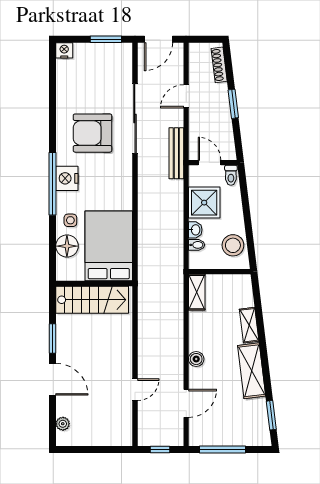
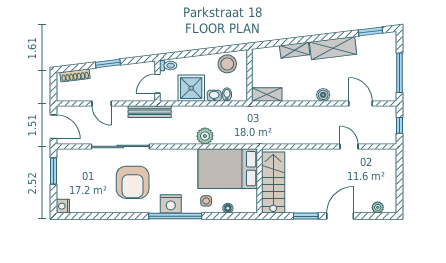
plant: (147, 219) -> (205, 136), added
floor lamp: (67, 246) -> (228, 208), width x0.53, depth x0.53

